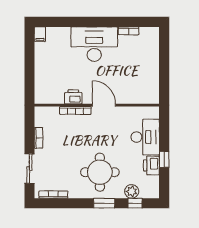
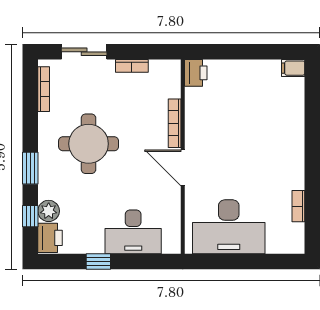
desk: (94, 44) -> (229, 227), moved, turned 90
printer: (73, 97) -> (196, 73), moved
door: (104, 105) -> (183, 168), swing flipped
printer: (151, 165) -> (50, 238), moved, turned 90
round table: (100, 172) -> (89, 144), moved

